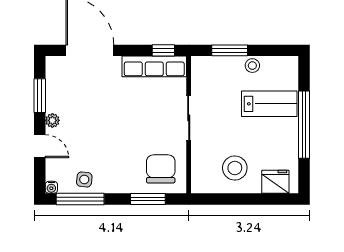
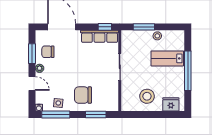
chair: (67, 93) -> (48, 52), added
lab bench: (269, 104) -> (167, 58), turned 180
chair: (161, 169) -> (83, 95), moved, turned -90

